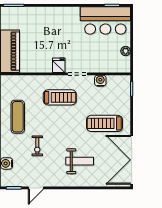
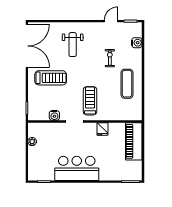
bar counter: (105, 20) -> (77, 168), moved
fridge: (59, 65) -> (102, 129), moved
treadmill: (60, 97) -> (90, 101), turned 90
weight bench: (80, 161) -> (73, 45), turned -90

